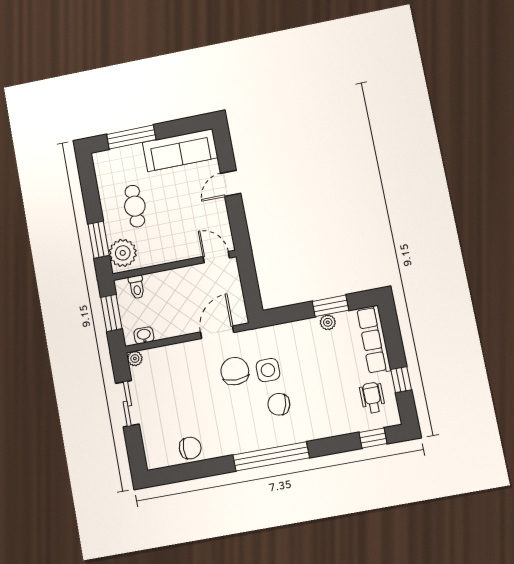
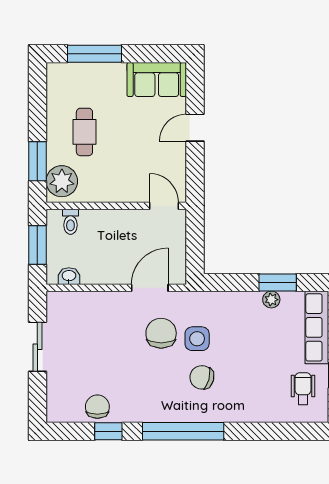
sofa: (180, 150) -> (157, 80), width x0.73
plant: (135, 359) -> (54, 299), removed
window: (373, 438) -> (108, 431), moved
chair: (190, 448) -> (97, 407), turned -90

